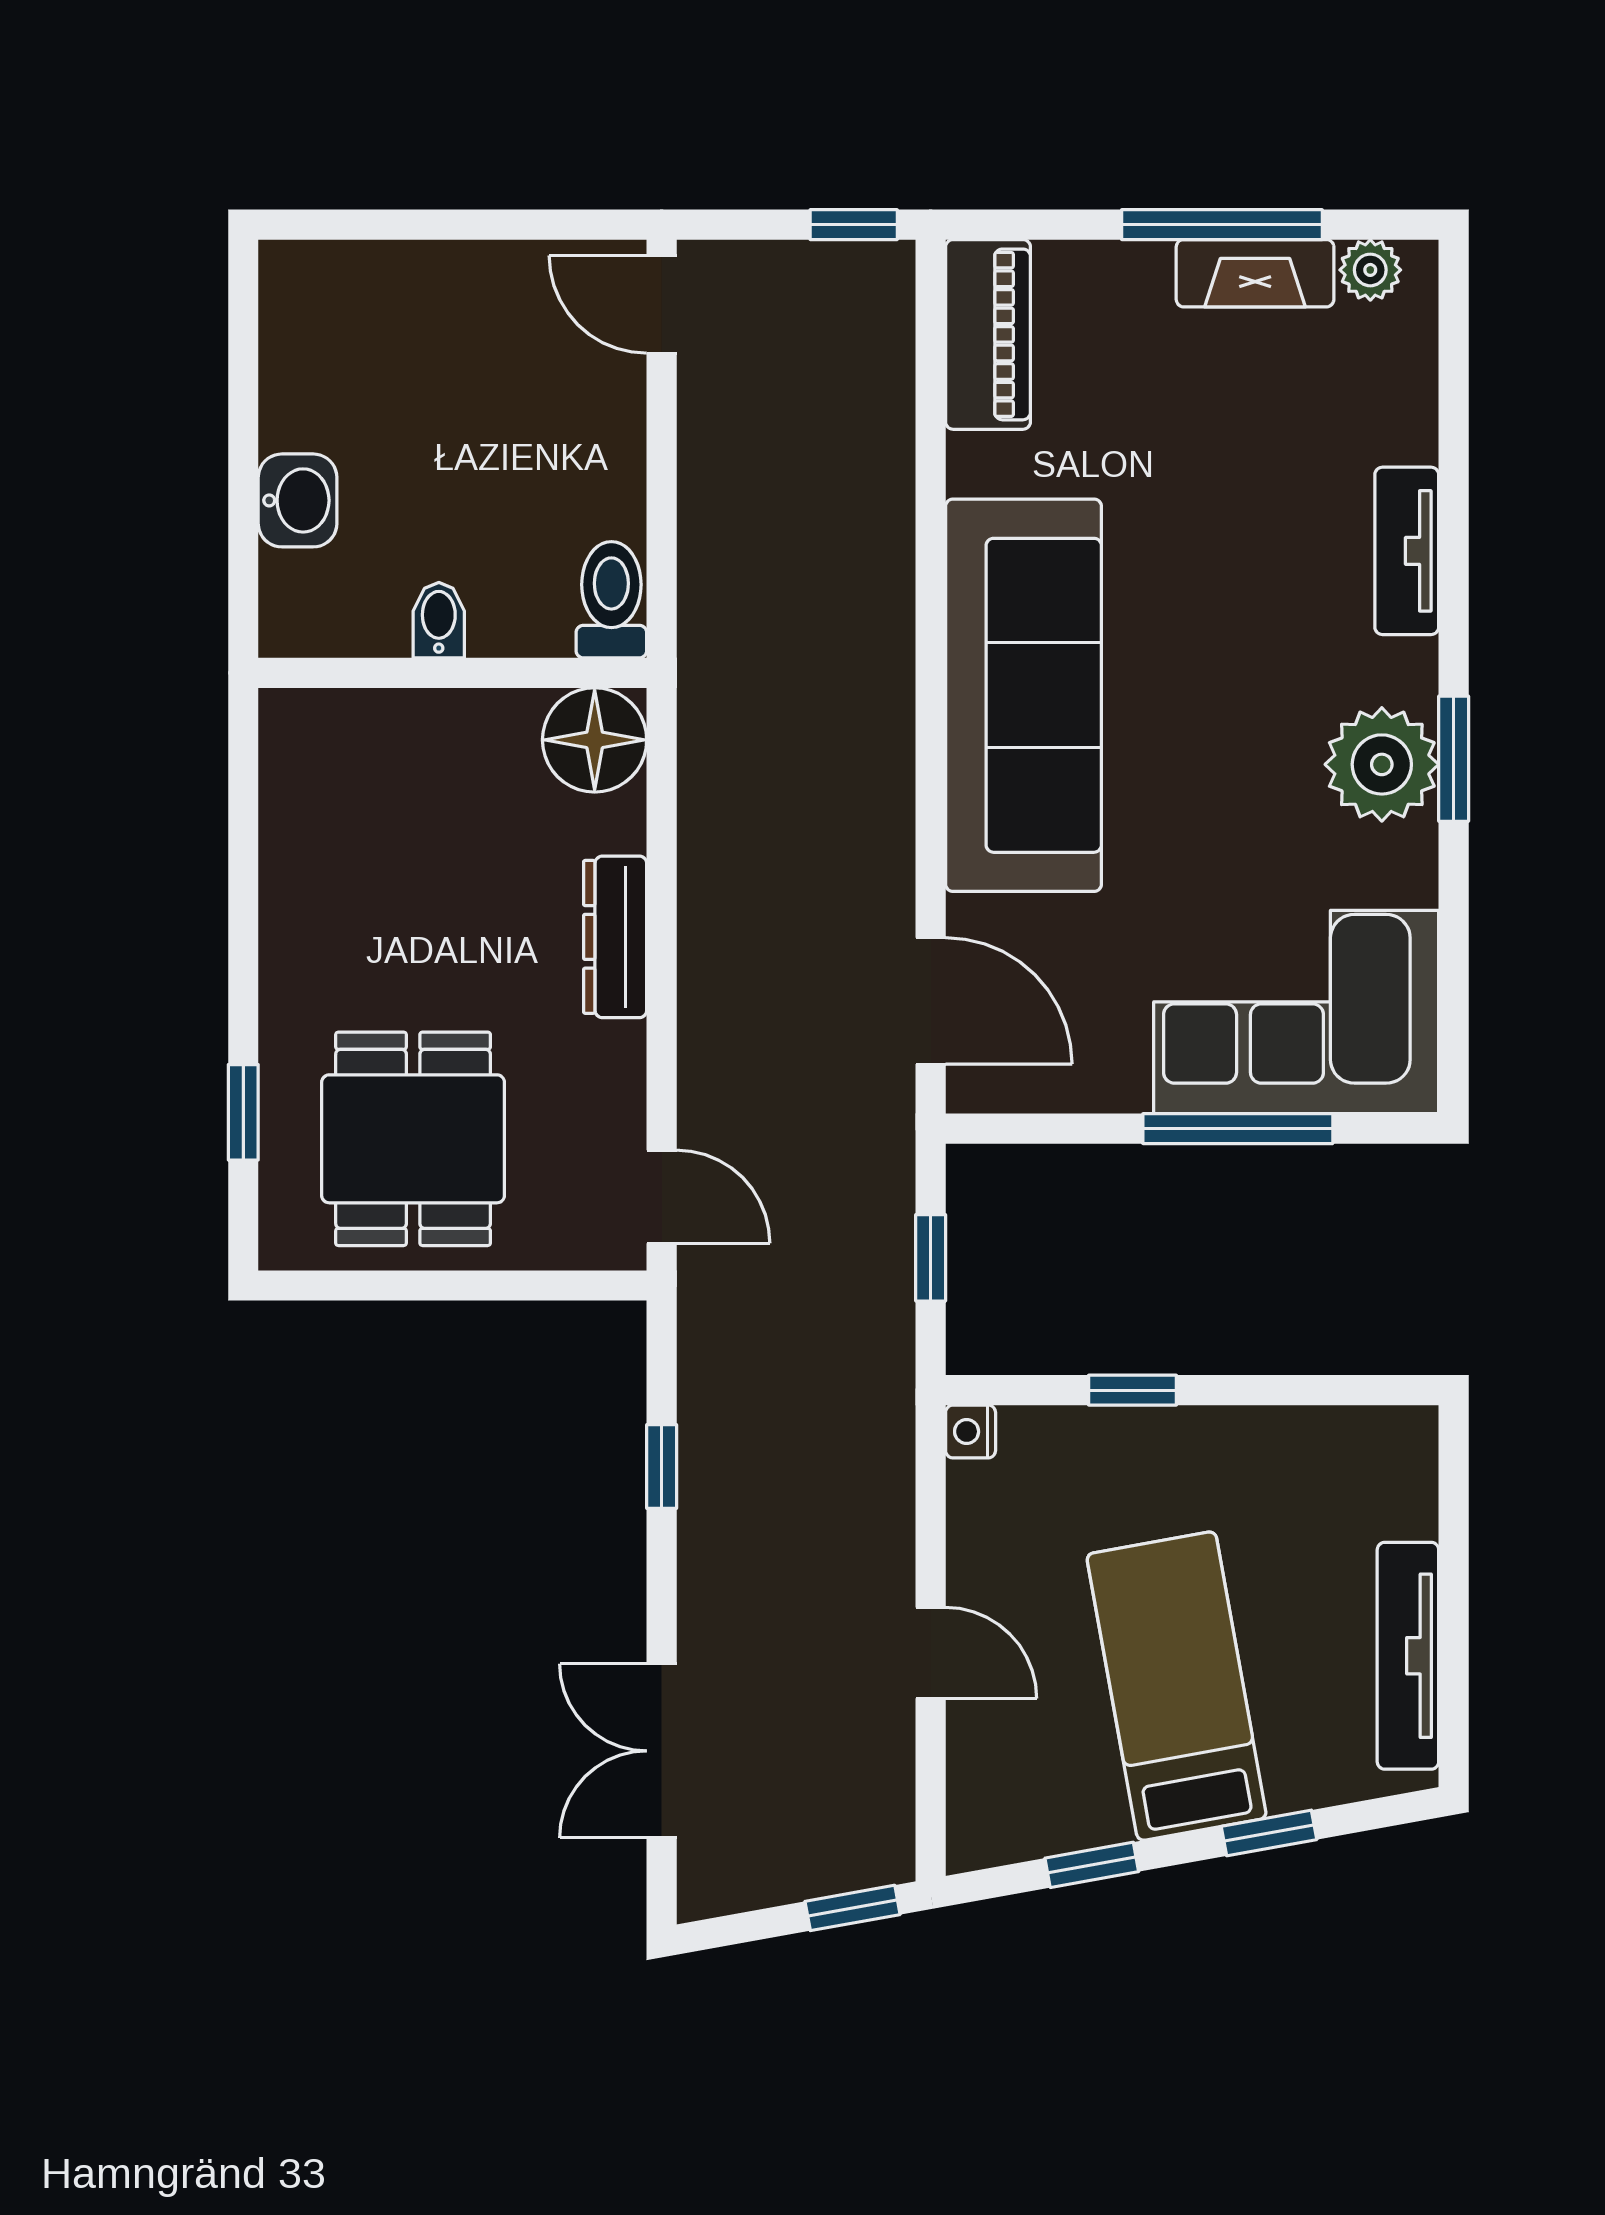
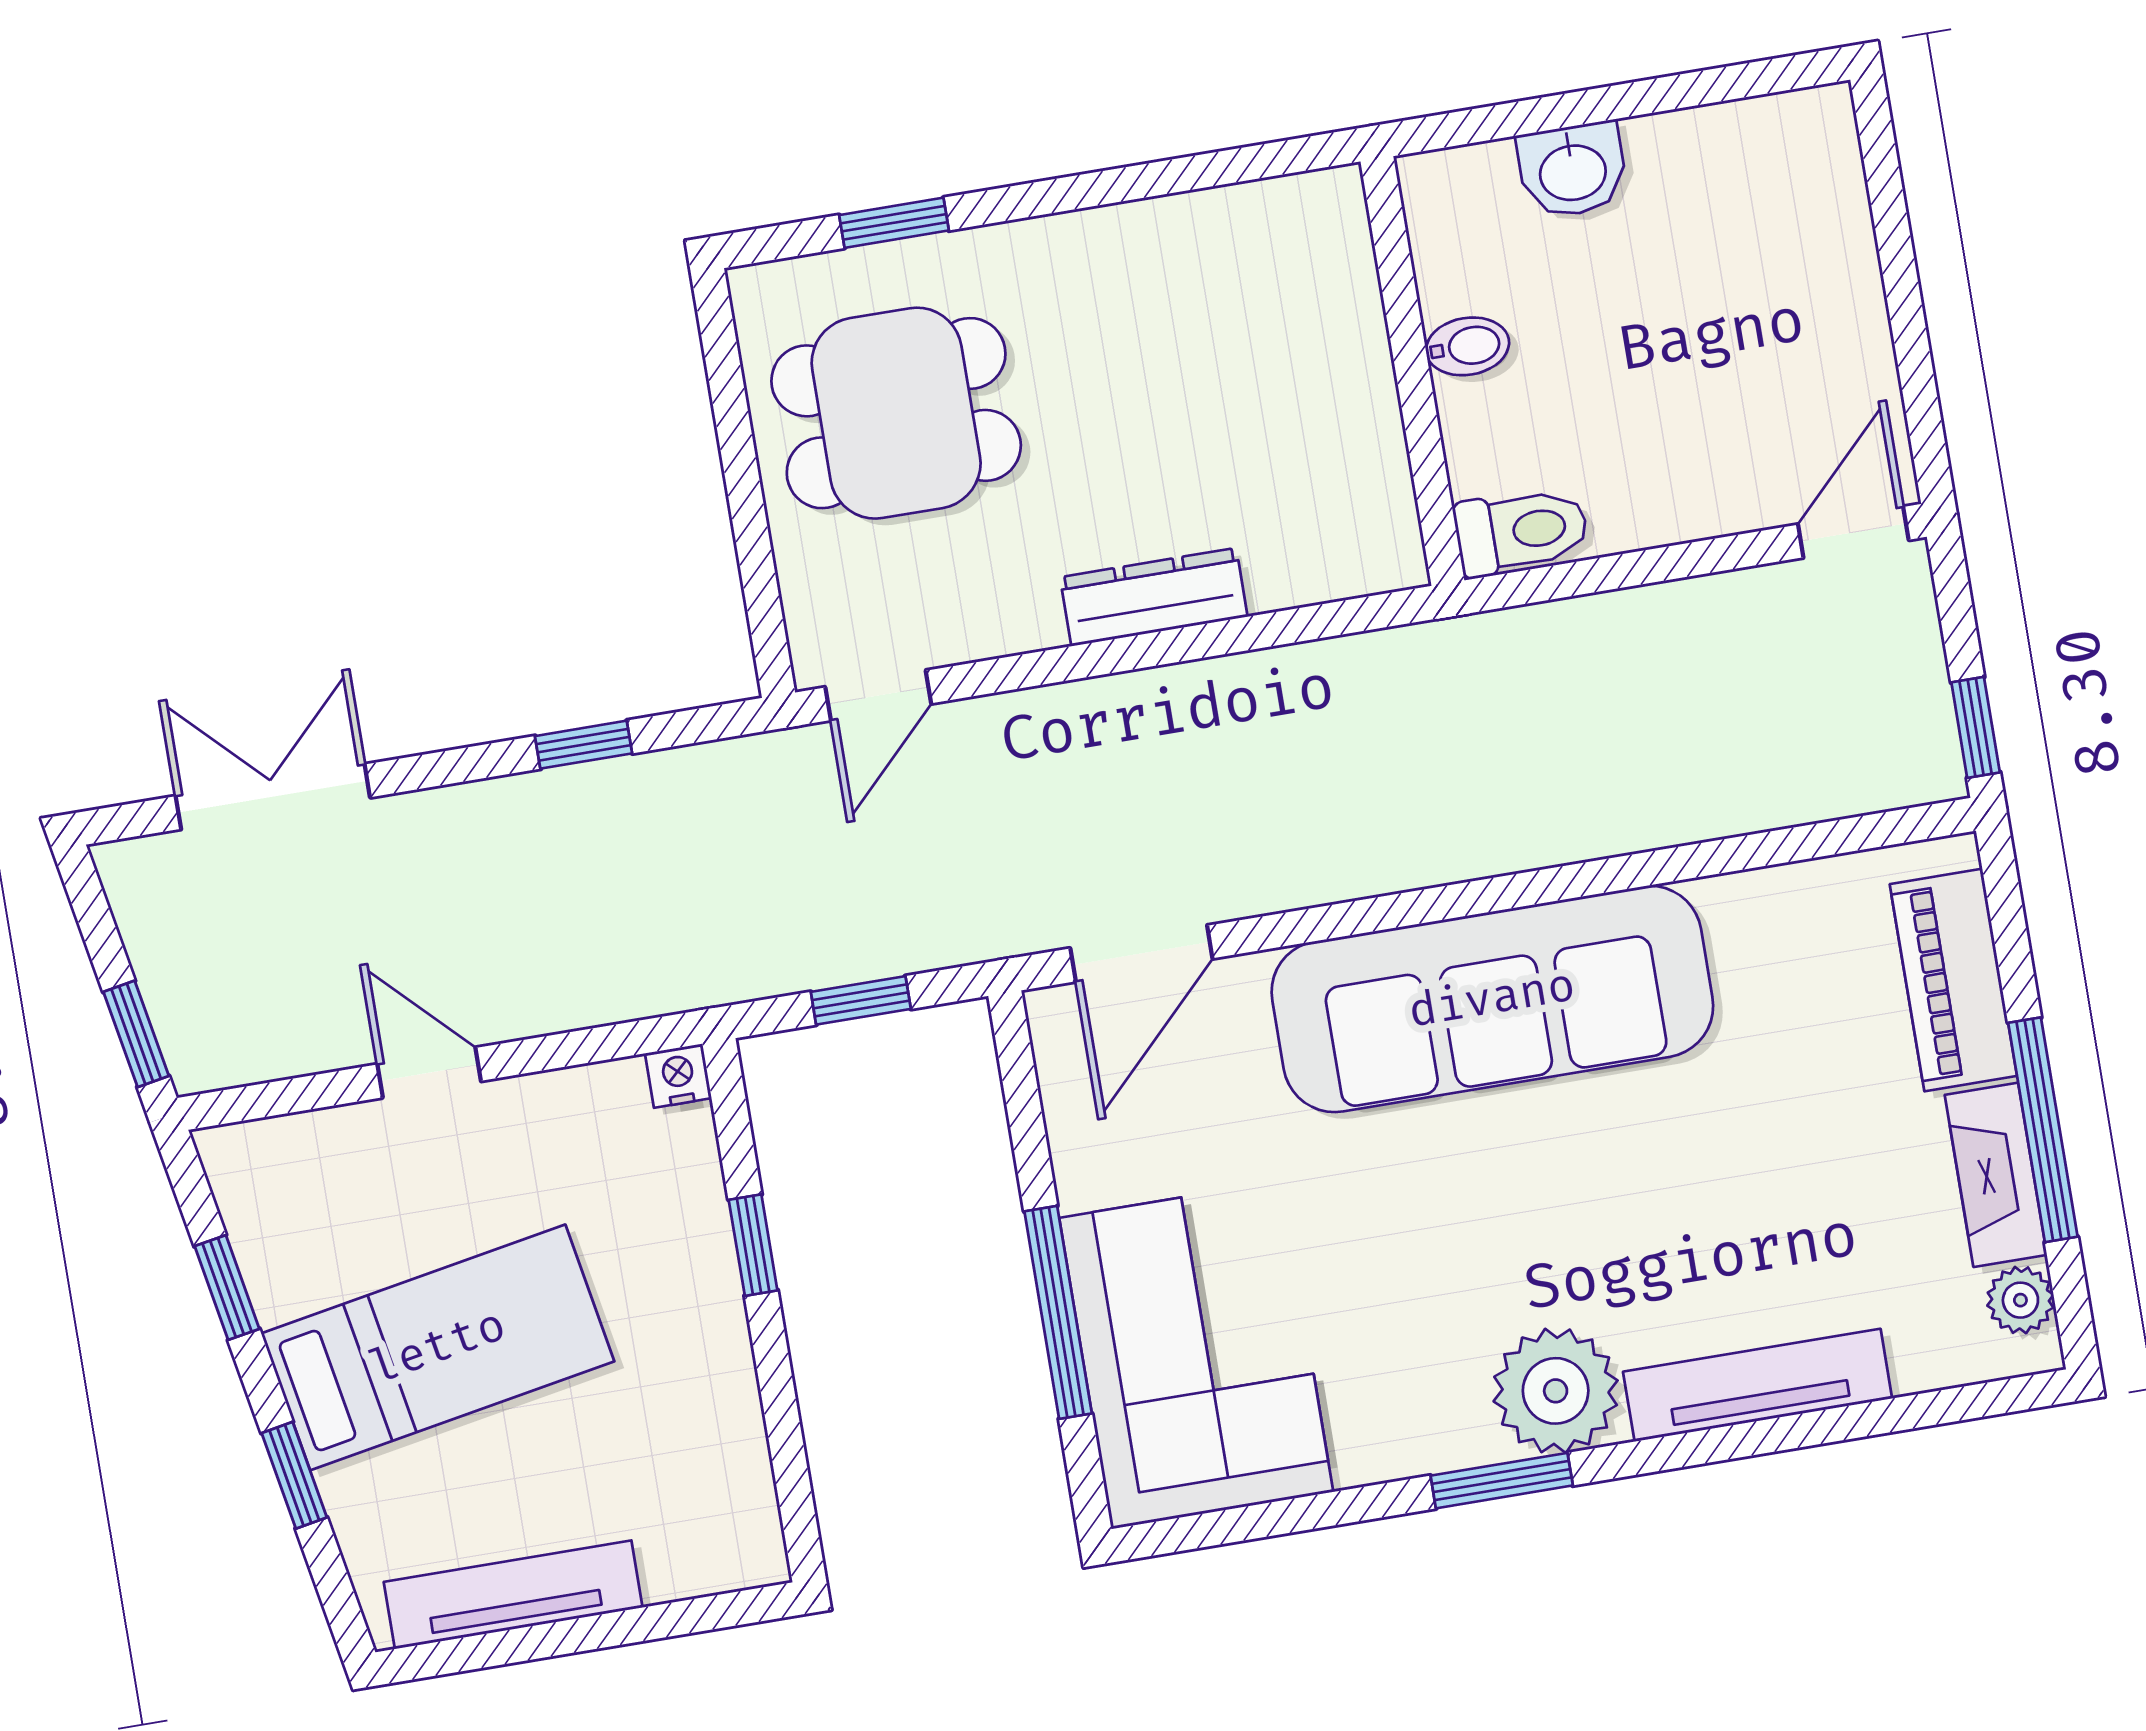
piano: (988, 334) -> (1953, 980), moved, turned 90
tv unit: (1407, 551) -> (1758, 1385), width x1.41
floor lamp: (595, 740) -> (1365, 539), removed
plant: (1382, 764) -> (1556, 1391), moved
door: (931, 1653) -> (429, 1073), swing flipped

